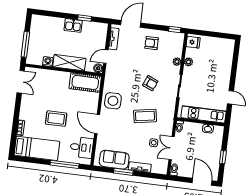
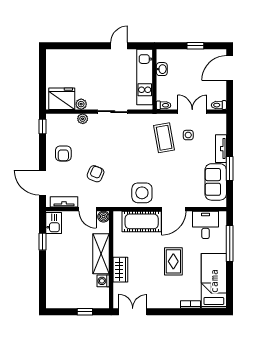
kitchen sink: (73, 25) -> (54, 223), moved
fridge: (193, 42) -> (62, 99), width x1.88, depth x1.34
window: (25, 44) -> (85, 312), width x0.46
wardrobe: (55, 76) -> (120, 270), added
cot: (85, 82) -> (142, 221), moved, turned 90
armchair: (150, 83) -> (96, 174), moved
coffee table: (145, 116) -> (164, 138), moved
double door: (172, 148) -> (192, 112), swing flipped

